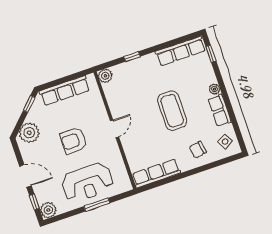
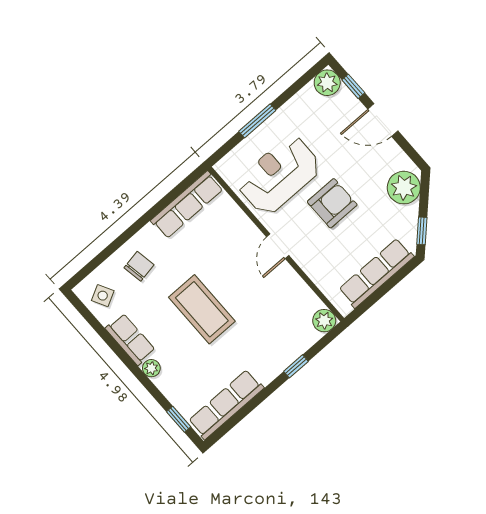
reception desk: (87, 183) -> (279, 175), moved

